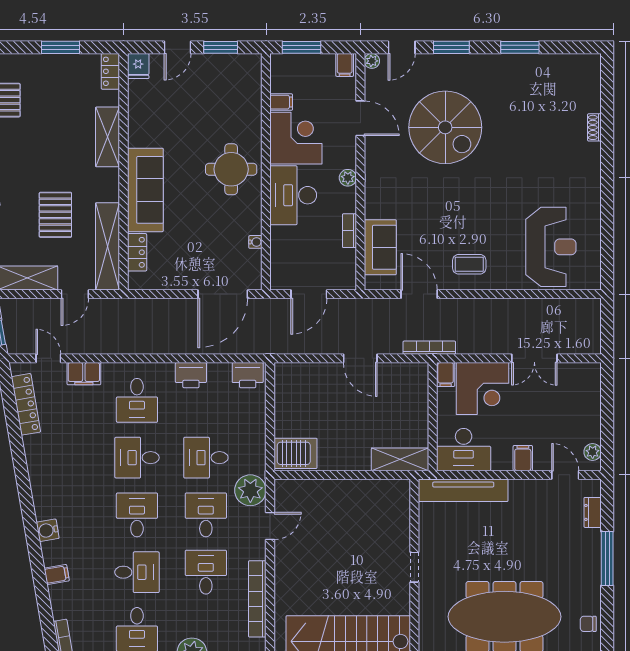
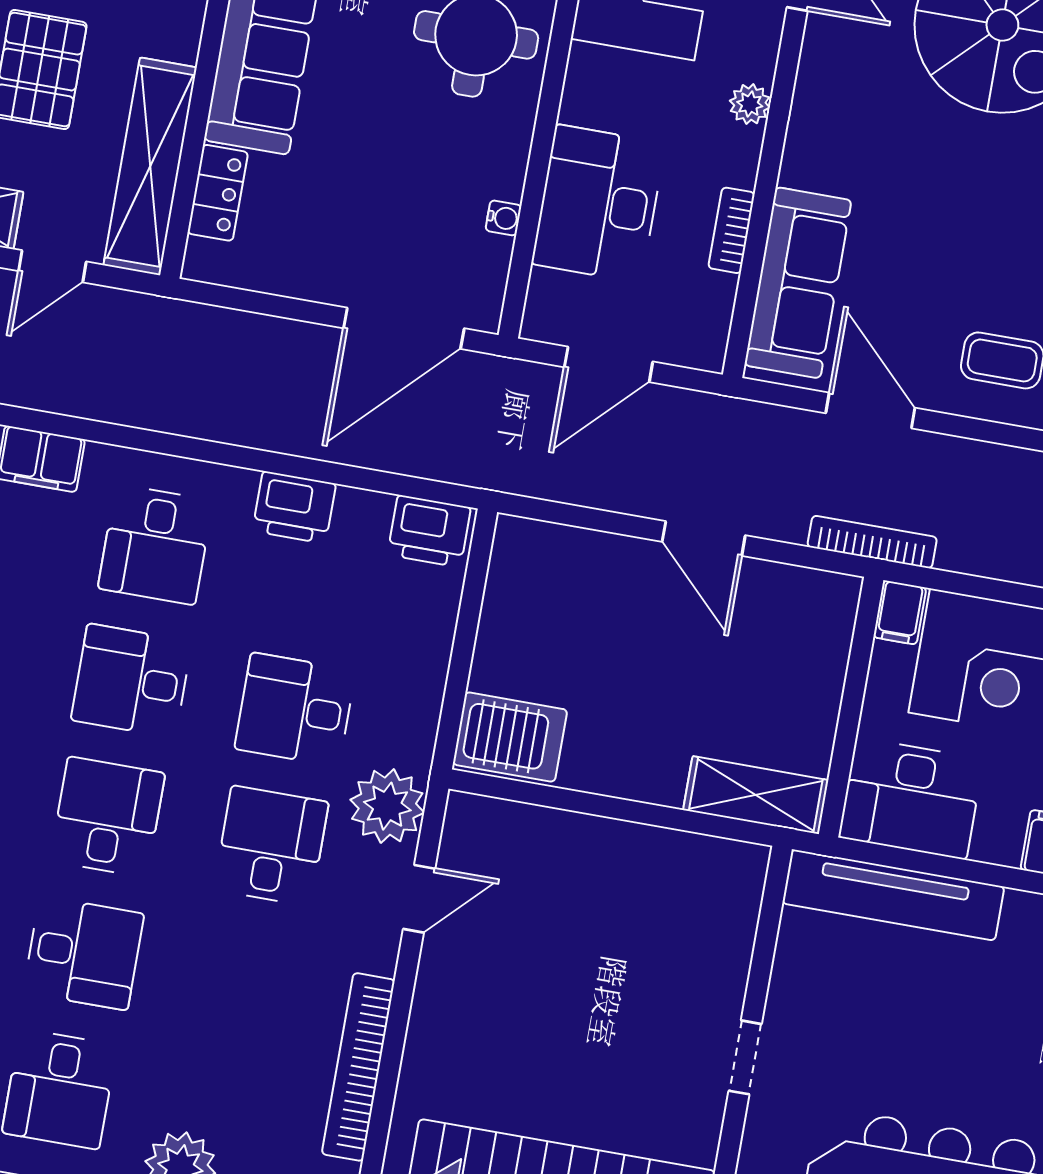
desk: (293, 195) -> (599, 204), moved
sofa: (380, 247) -> (798, 283), width x1.36
desk: (206, 572) -> (247, 982), removed

